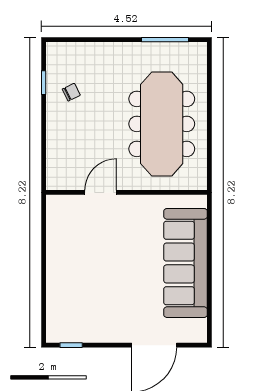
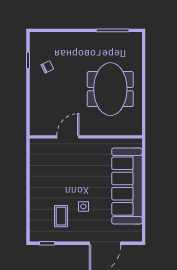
meeting table: (162, 124) -> (110, 89), width x0.73
side table: (123, 292) -> (83, 206), added
coffee table: (91, 306) -> (61, 216), added

